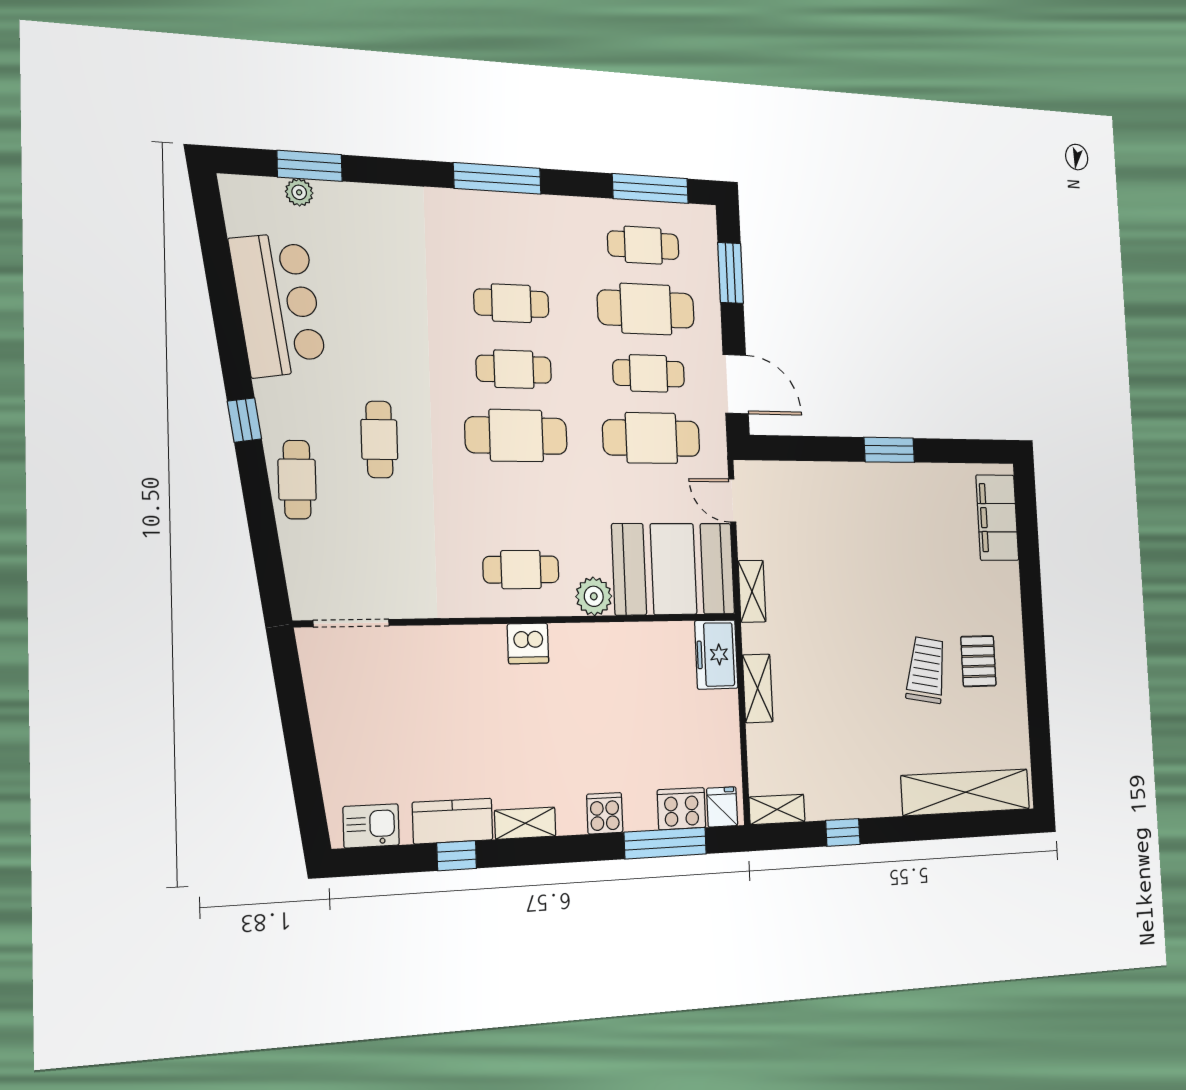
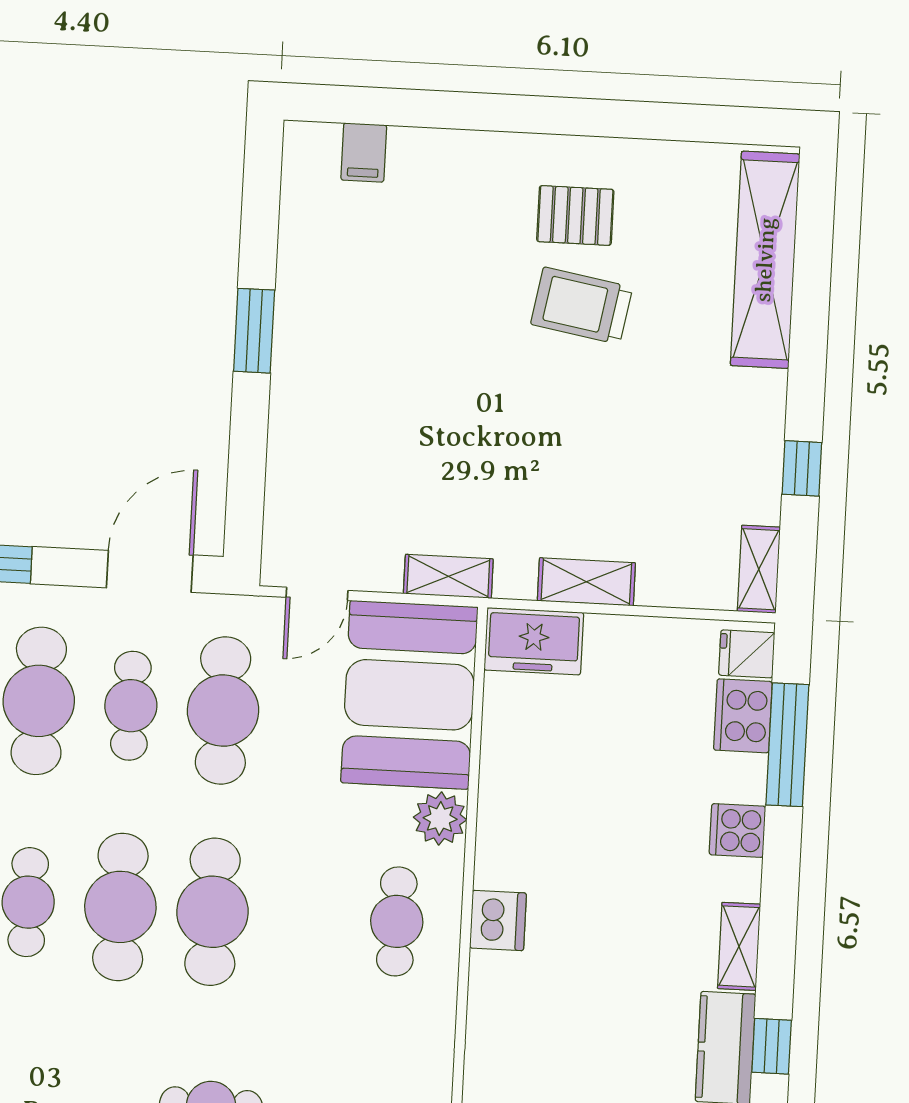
cafe table: (514, 369) -> (120, 907), width x1.37, depth x1.35
filing cabinet: (997, 518) -> (364, 153), width x0.33, depth x0.86

